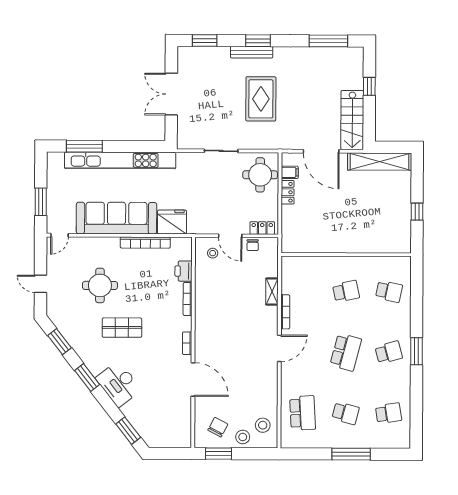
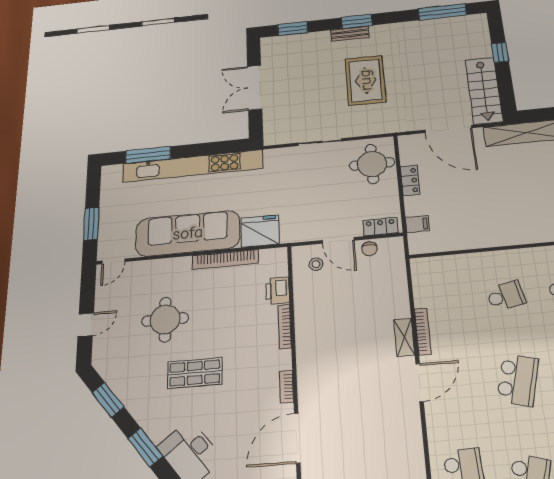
bench: (252, 52) -> (350, 34), width x0.73
filing cabinet: (290, 172) -> (417, 224), moved
door: (40, 284) -> (86, 325), swing flipped
shelving: (272, 292) -> (404, 337), moved
door: (193, 379) -> (297, 438), swing flipped

